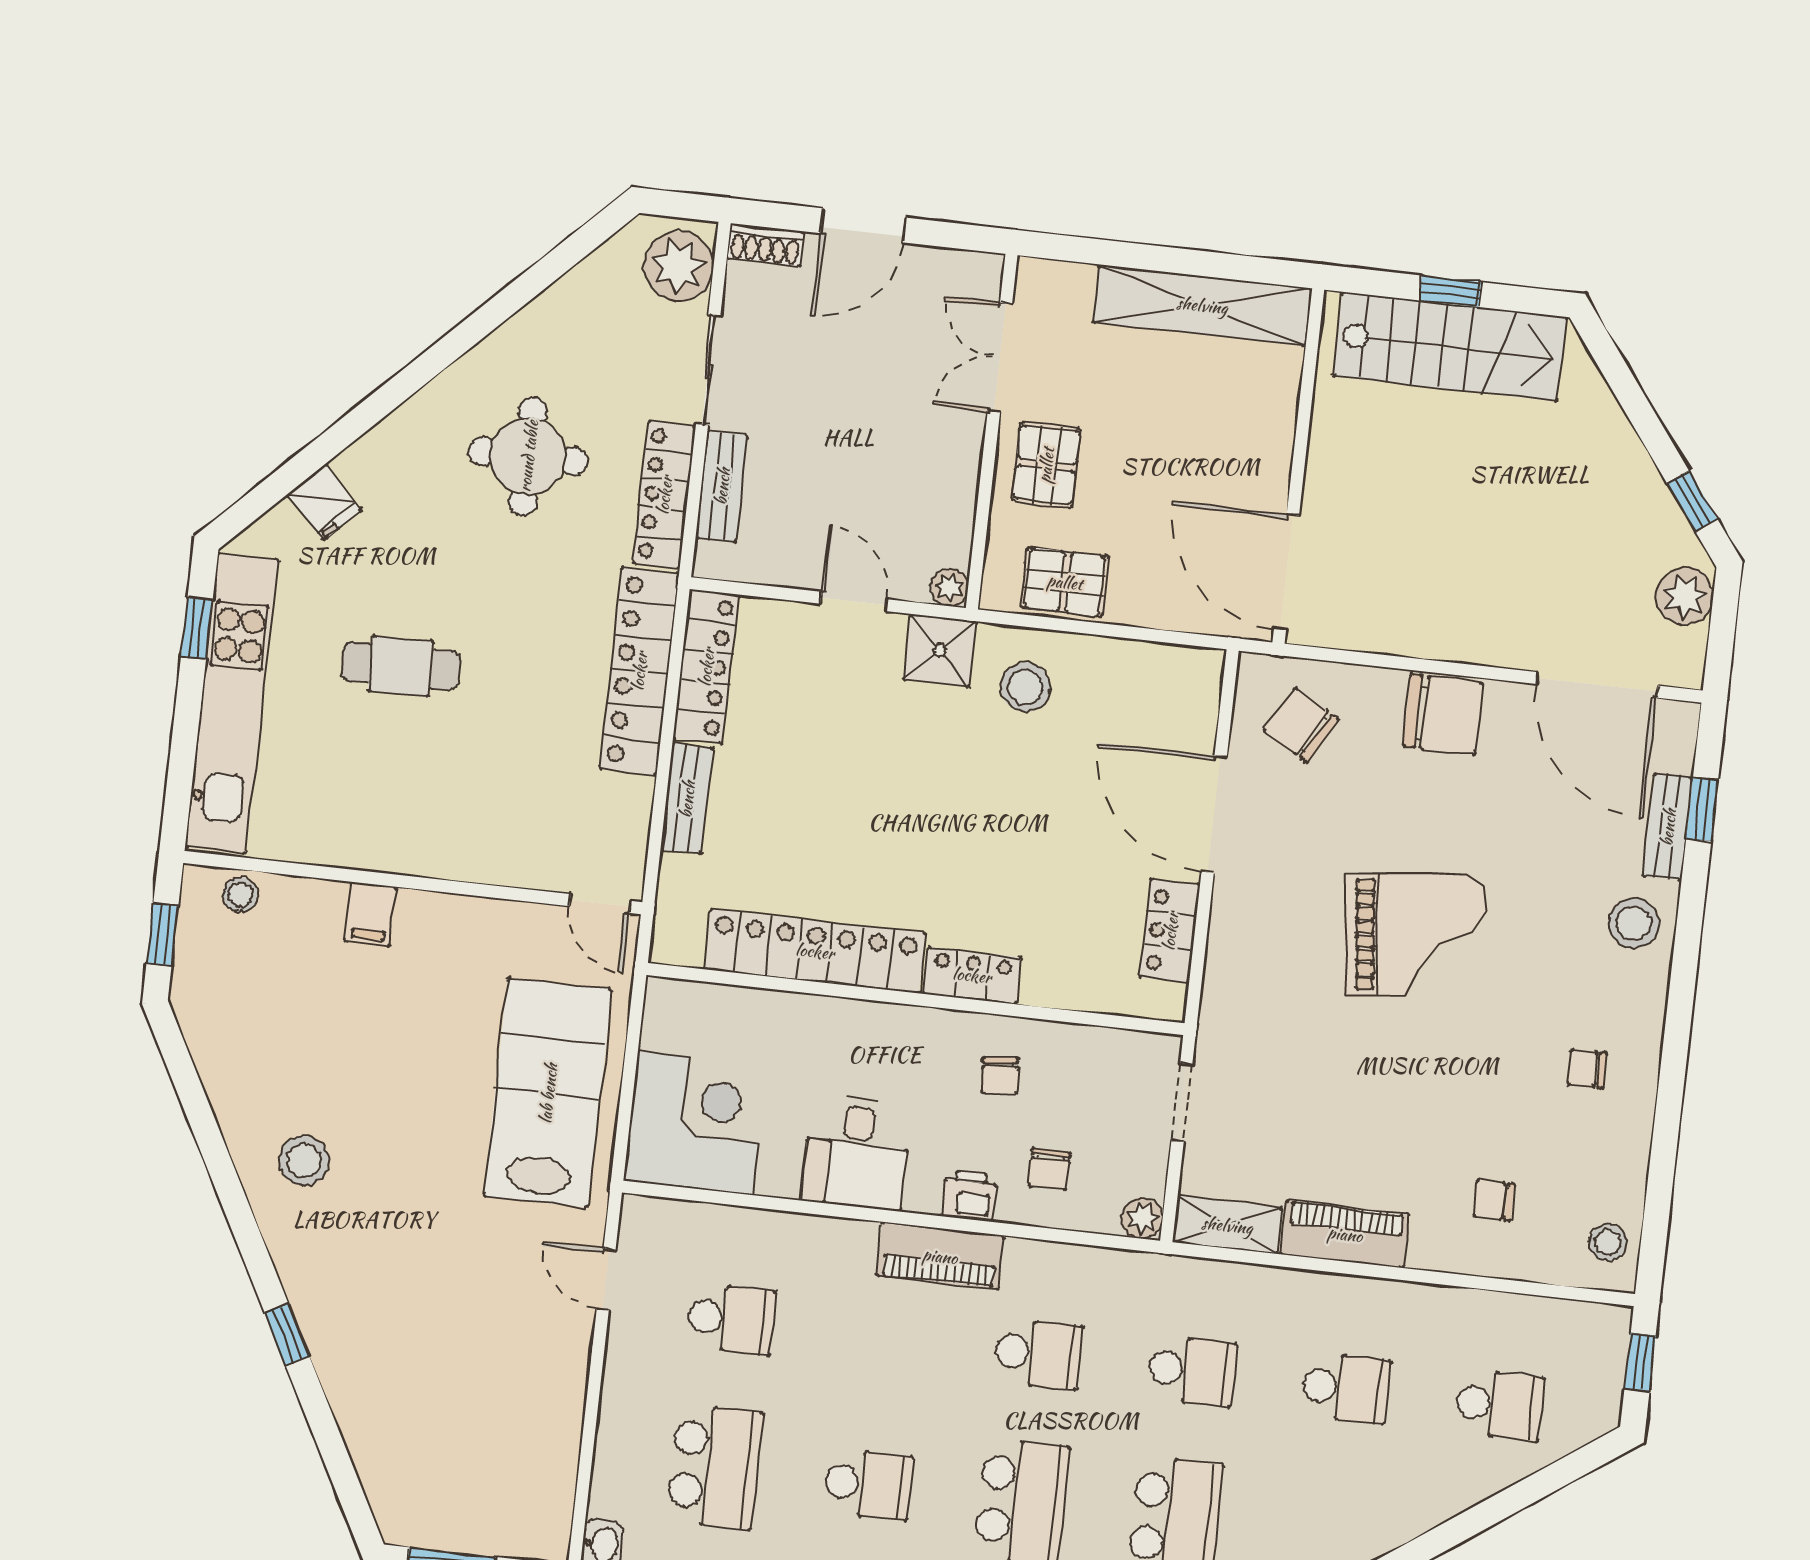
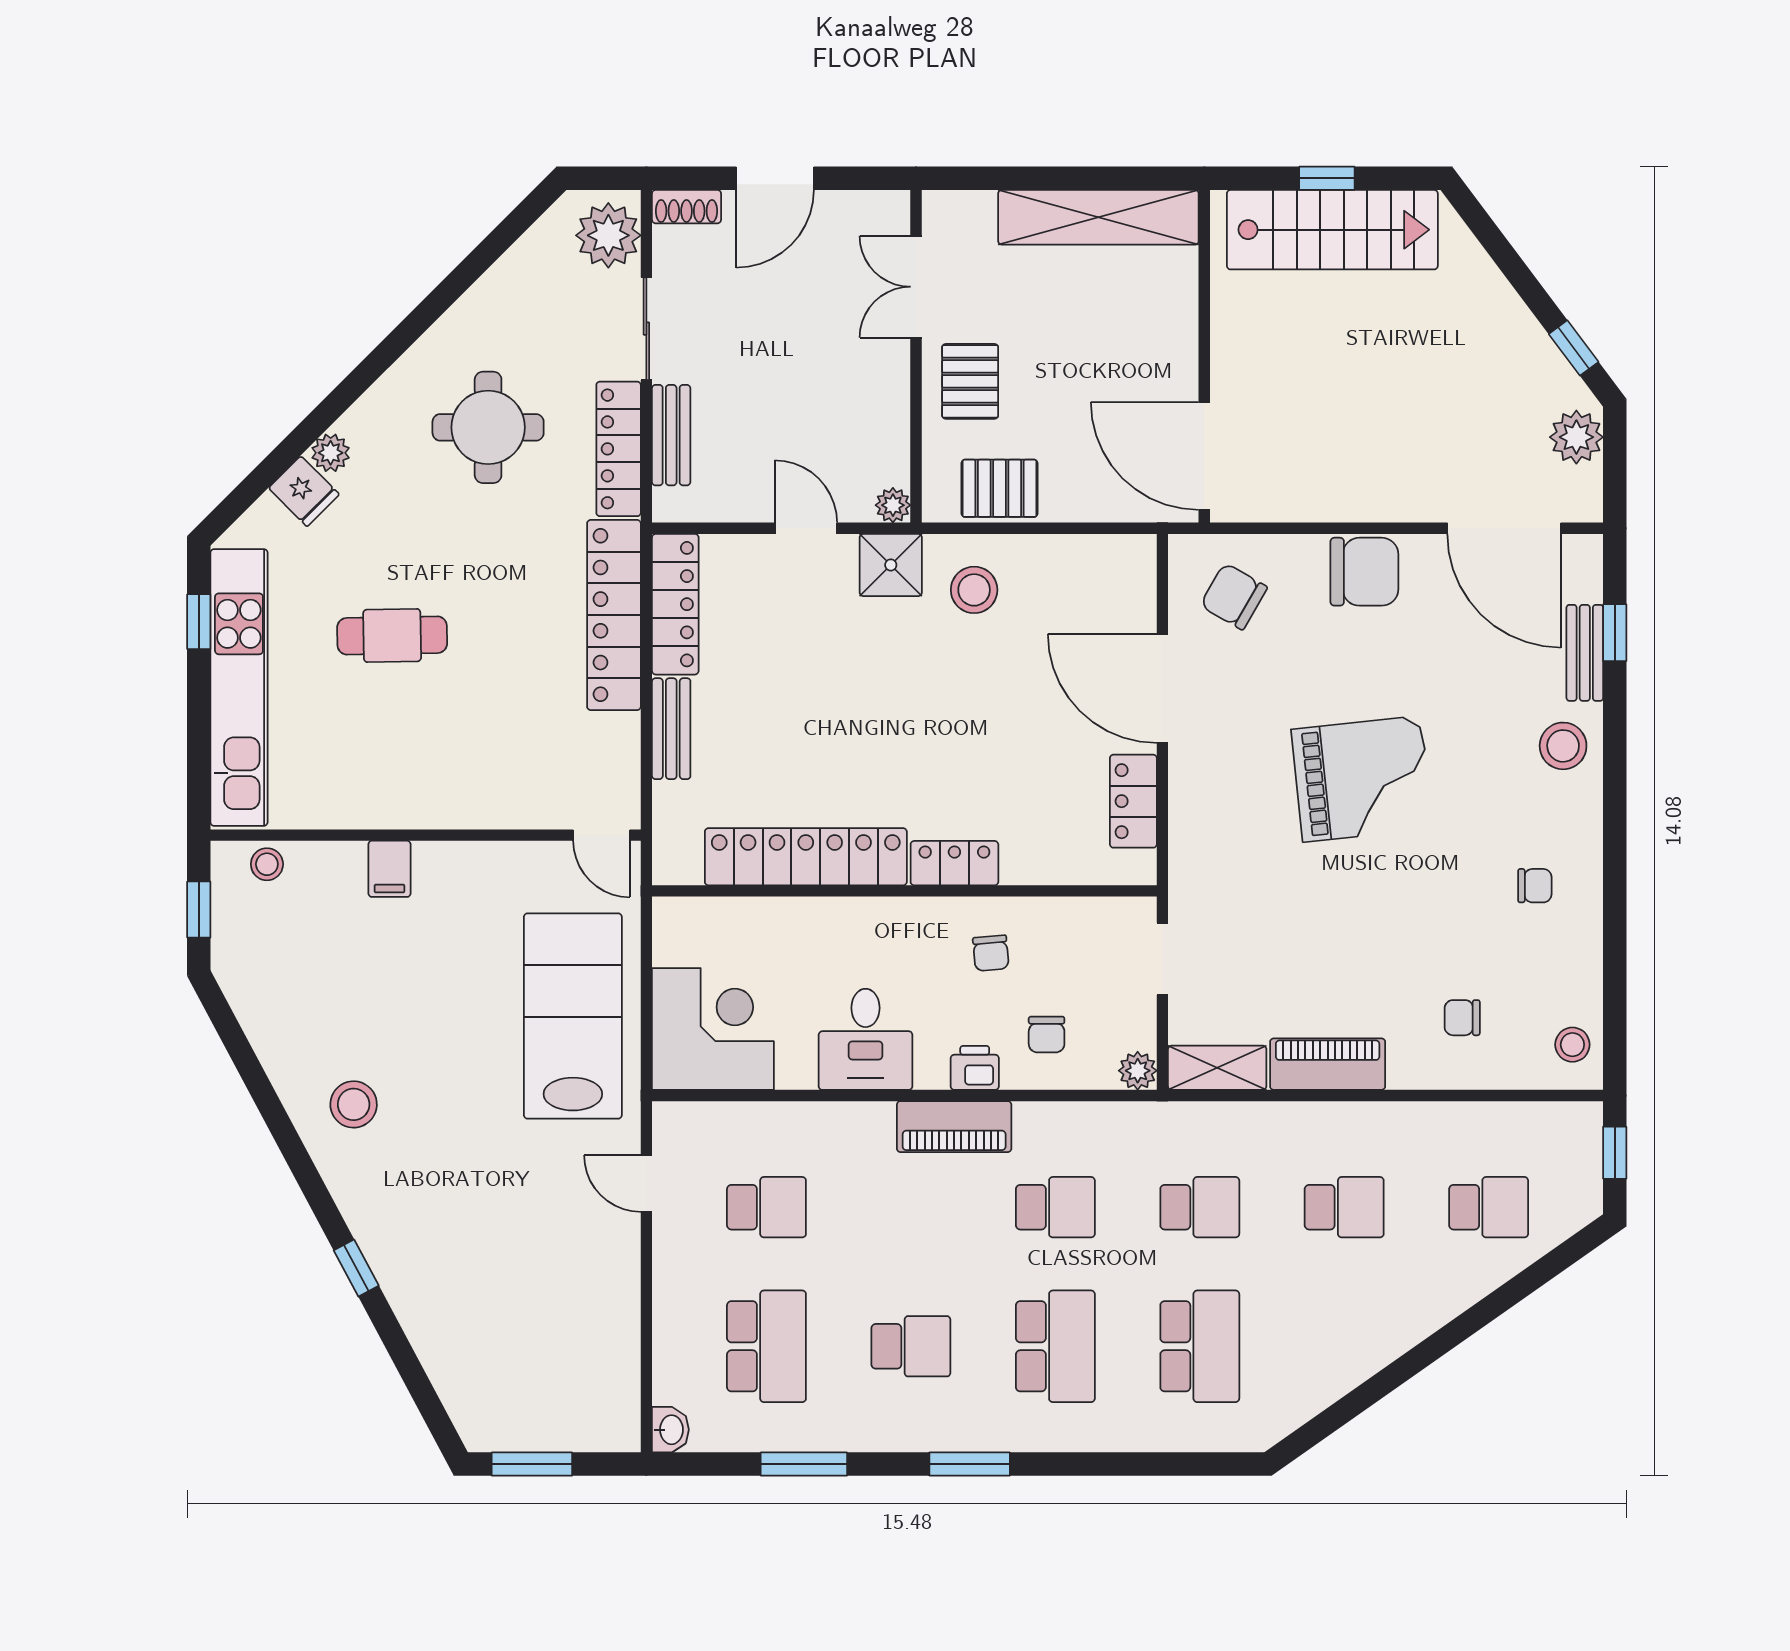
plant: (357, 464) -> (331, 453), added
chair: (1587, 1069) -> (1535, 886), turned 180

